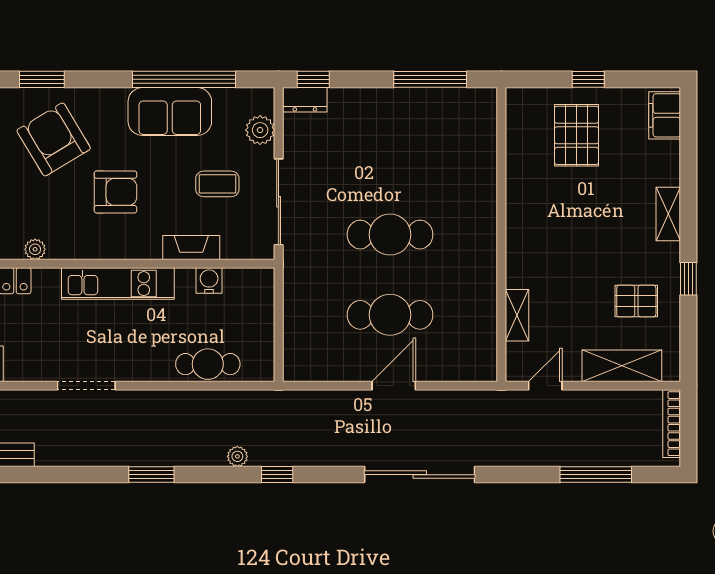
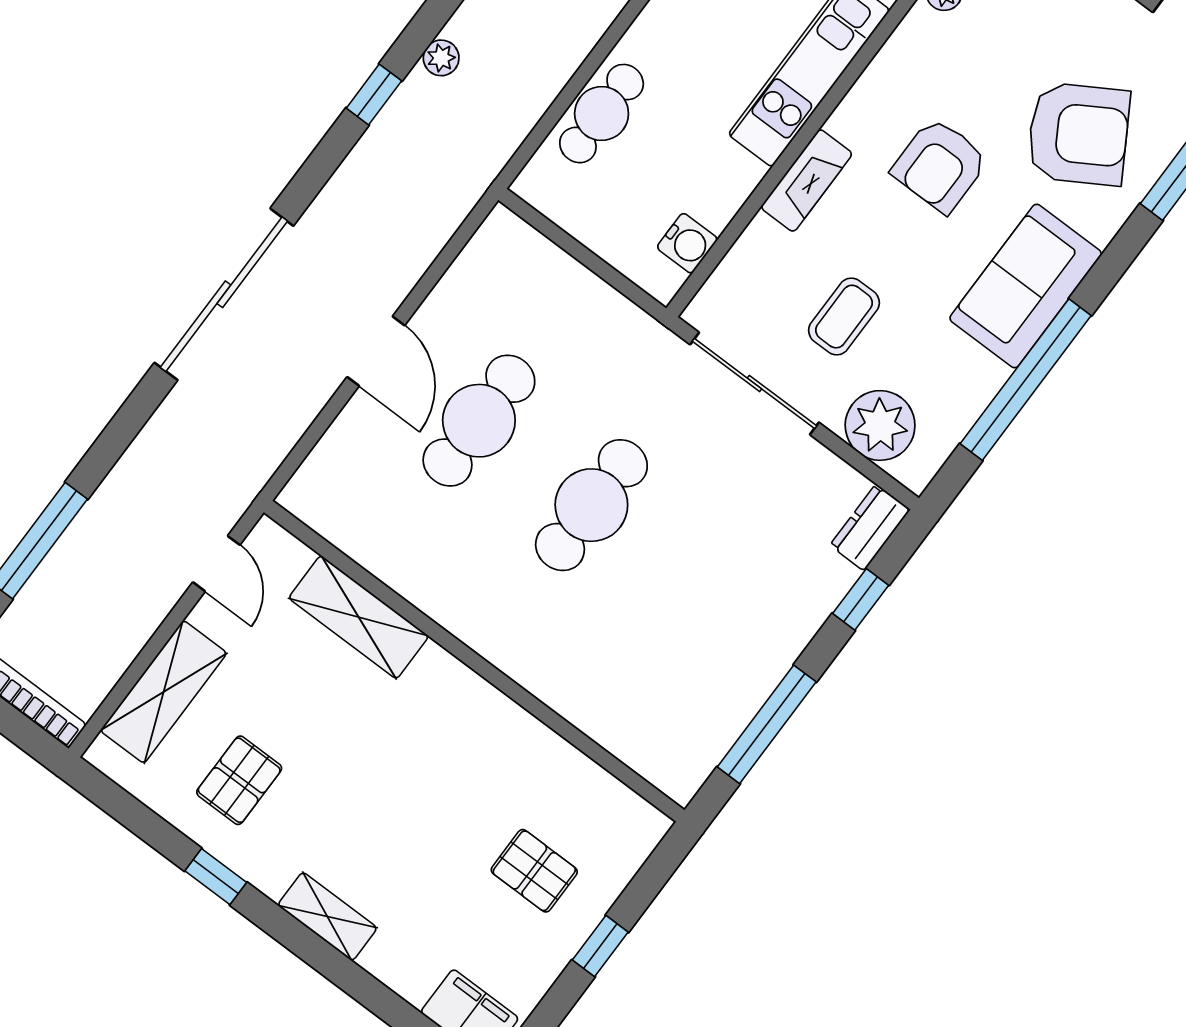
window: (313, 79) -> (861, 599), moved
sofa: (170, 111) -> (1026, 286), moved
plant: (260, 130) -> (880, 425), width x1.36, depth x1.36
pallet: (577, 135) -> (534, 871), width x0.67, depth x0.71
fireplace: (191, 248) -> (807, 180), moved
water cooler: (209, 281) -> (687, 243), moved
shelving: (517, 315) -> (359, 617), width x1.50, depth x1.33

